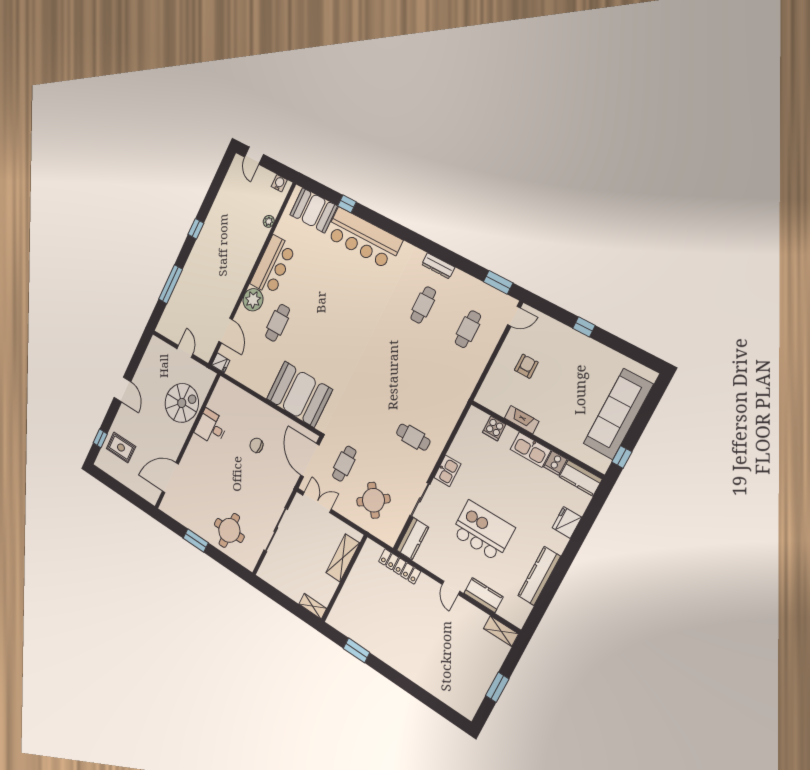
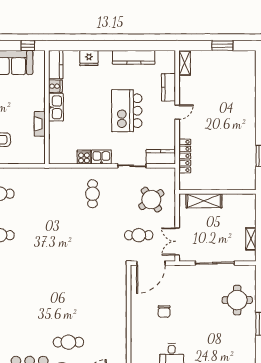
booth: (299, 394) -> (110, 297), removed
cooker: (494, 428) -> (84, 157), moved, turned -90
shelving: (313, 606) -> (251, 239), moved

